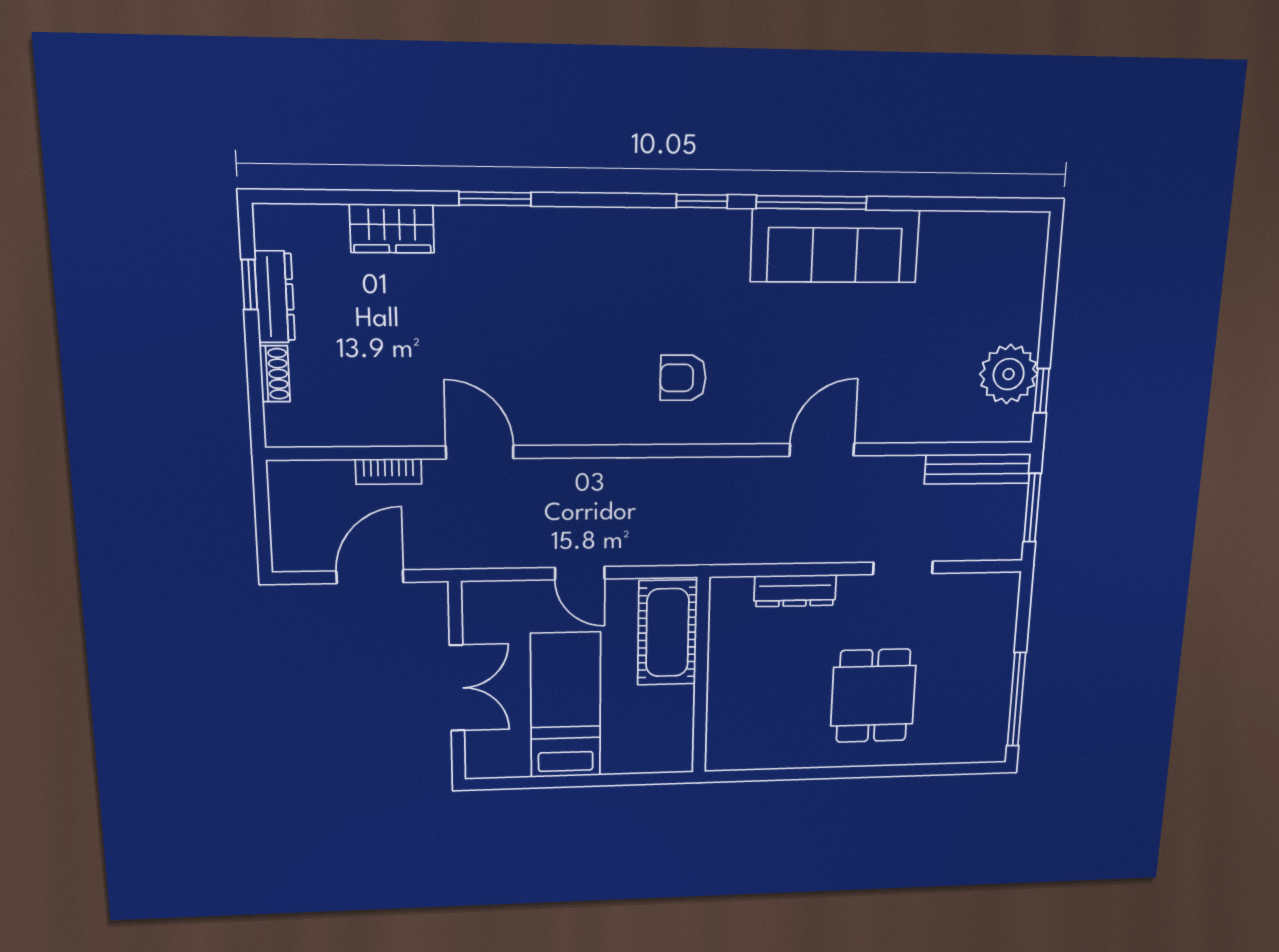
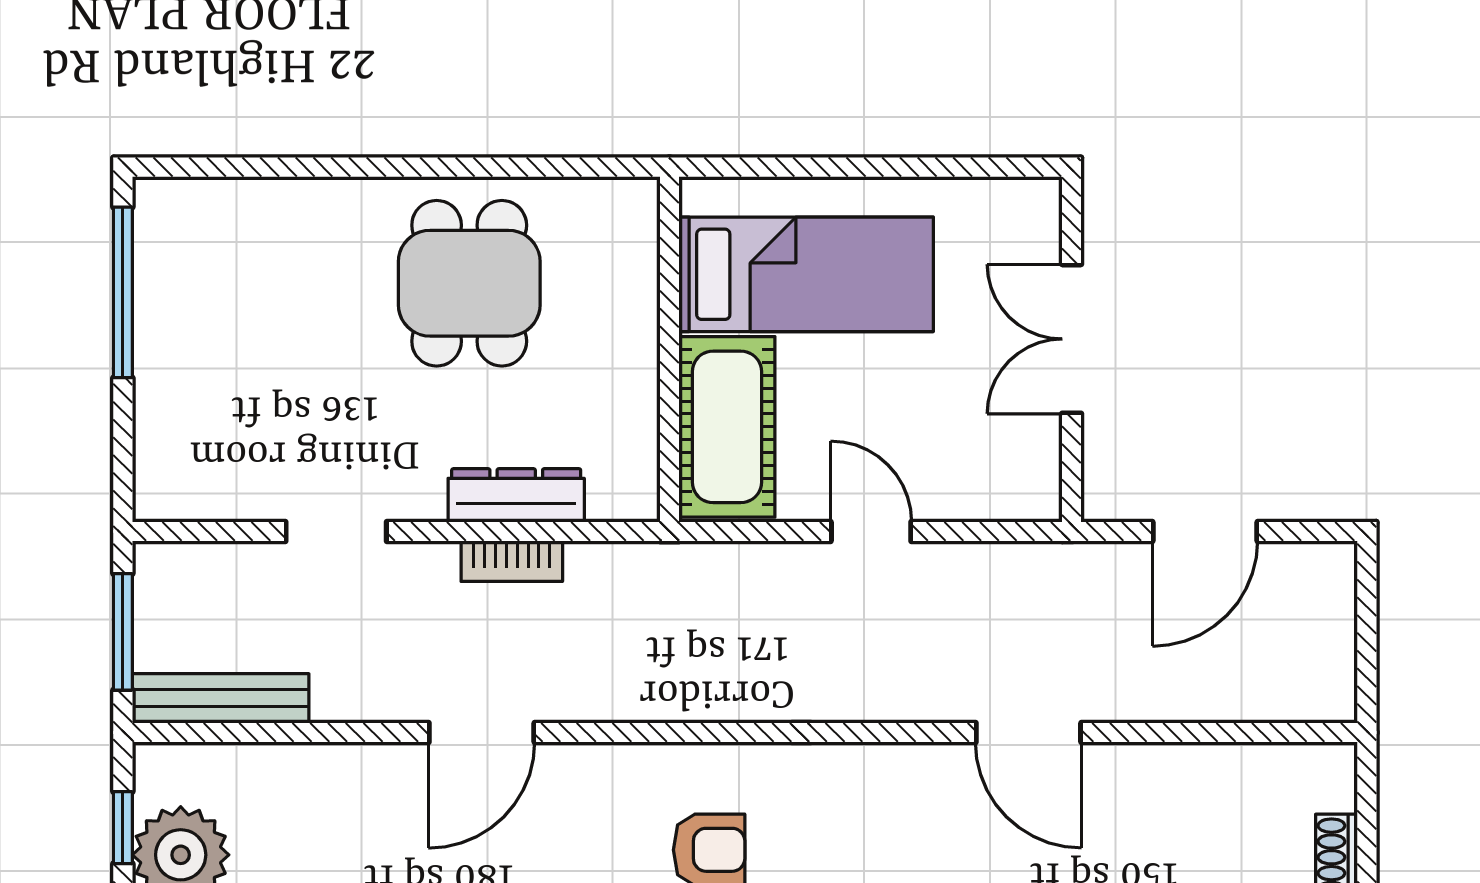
bookcase: (389, 472) -> (512, 561), moved, turned 180
dining table: (873, 696) -> (469, 283), moved
bed: (566, 705) -> (806, 274), moved, turned -90

